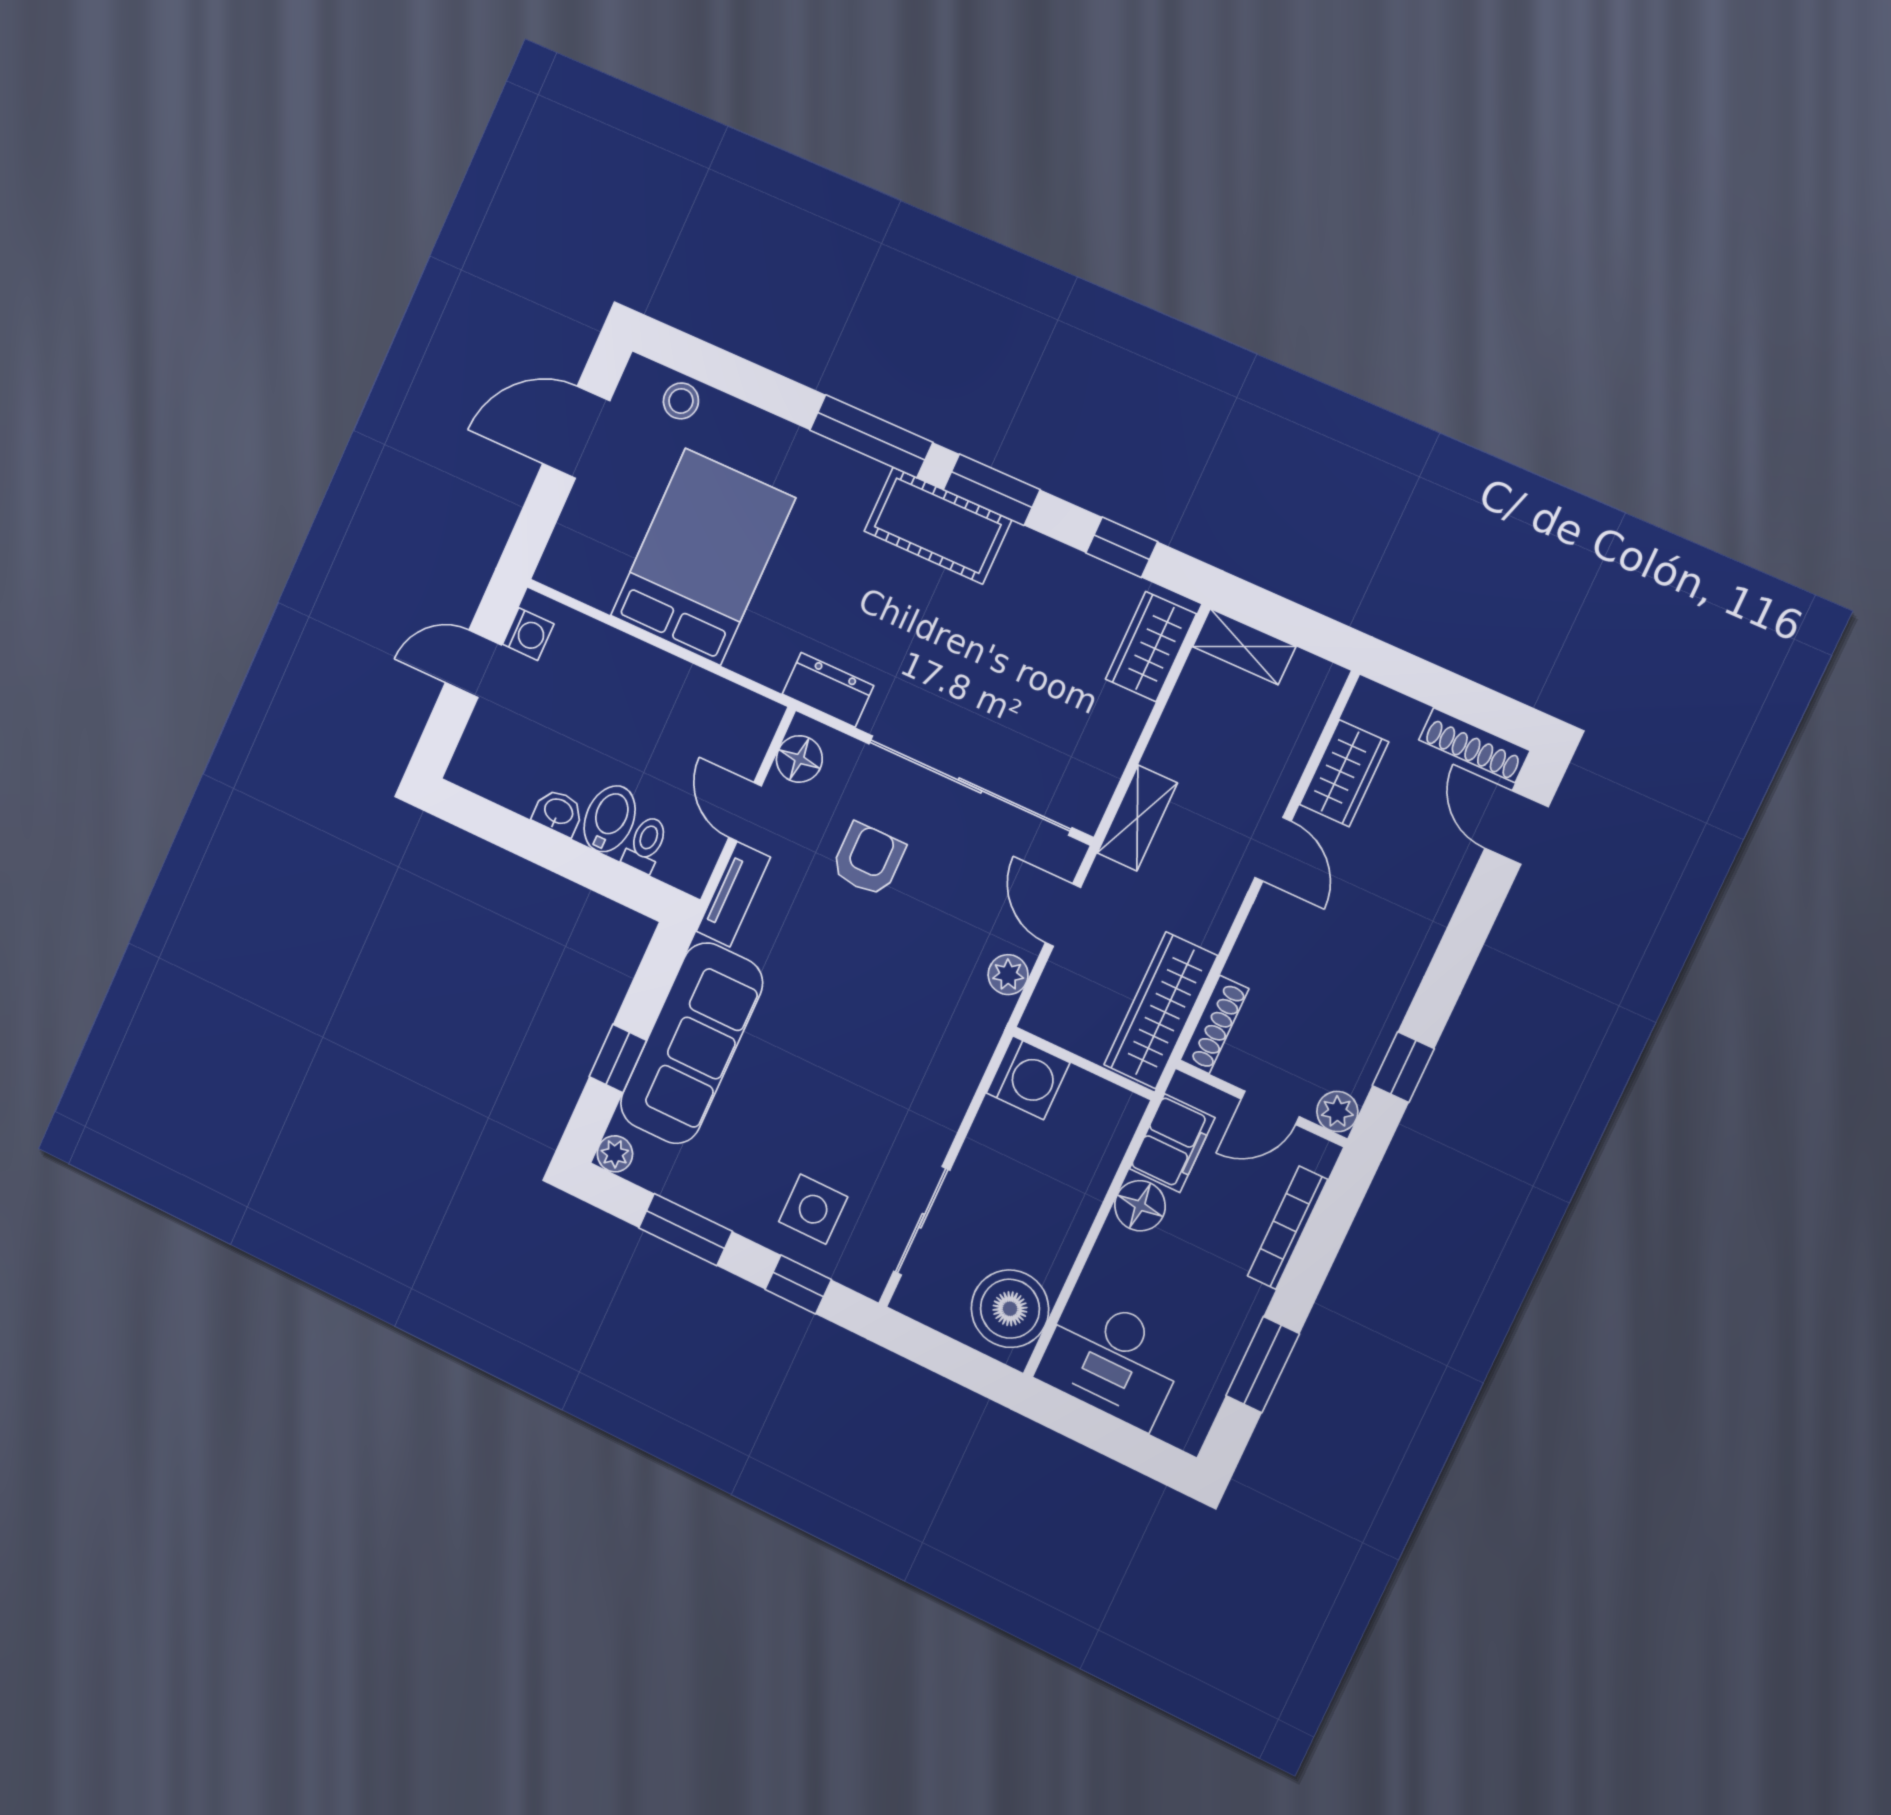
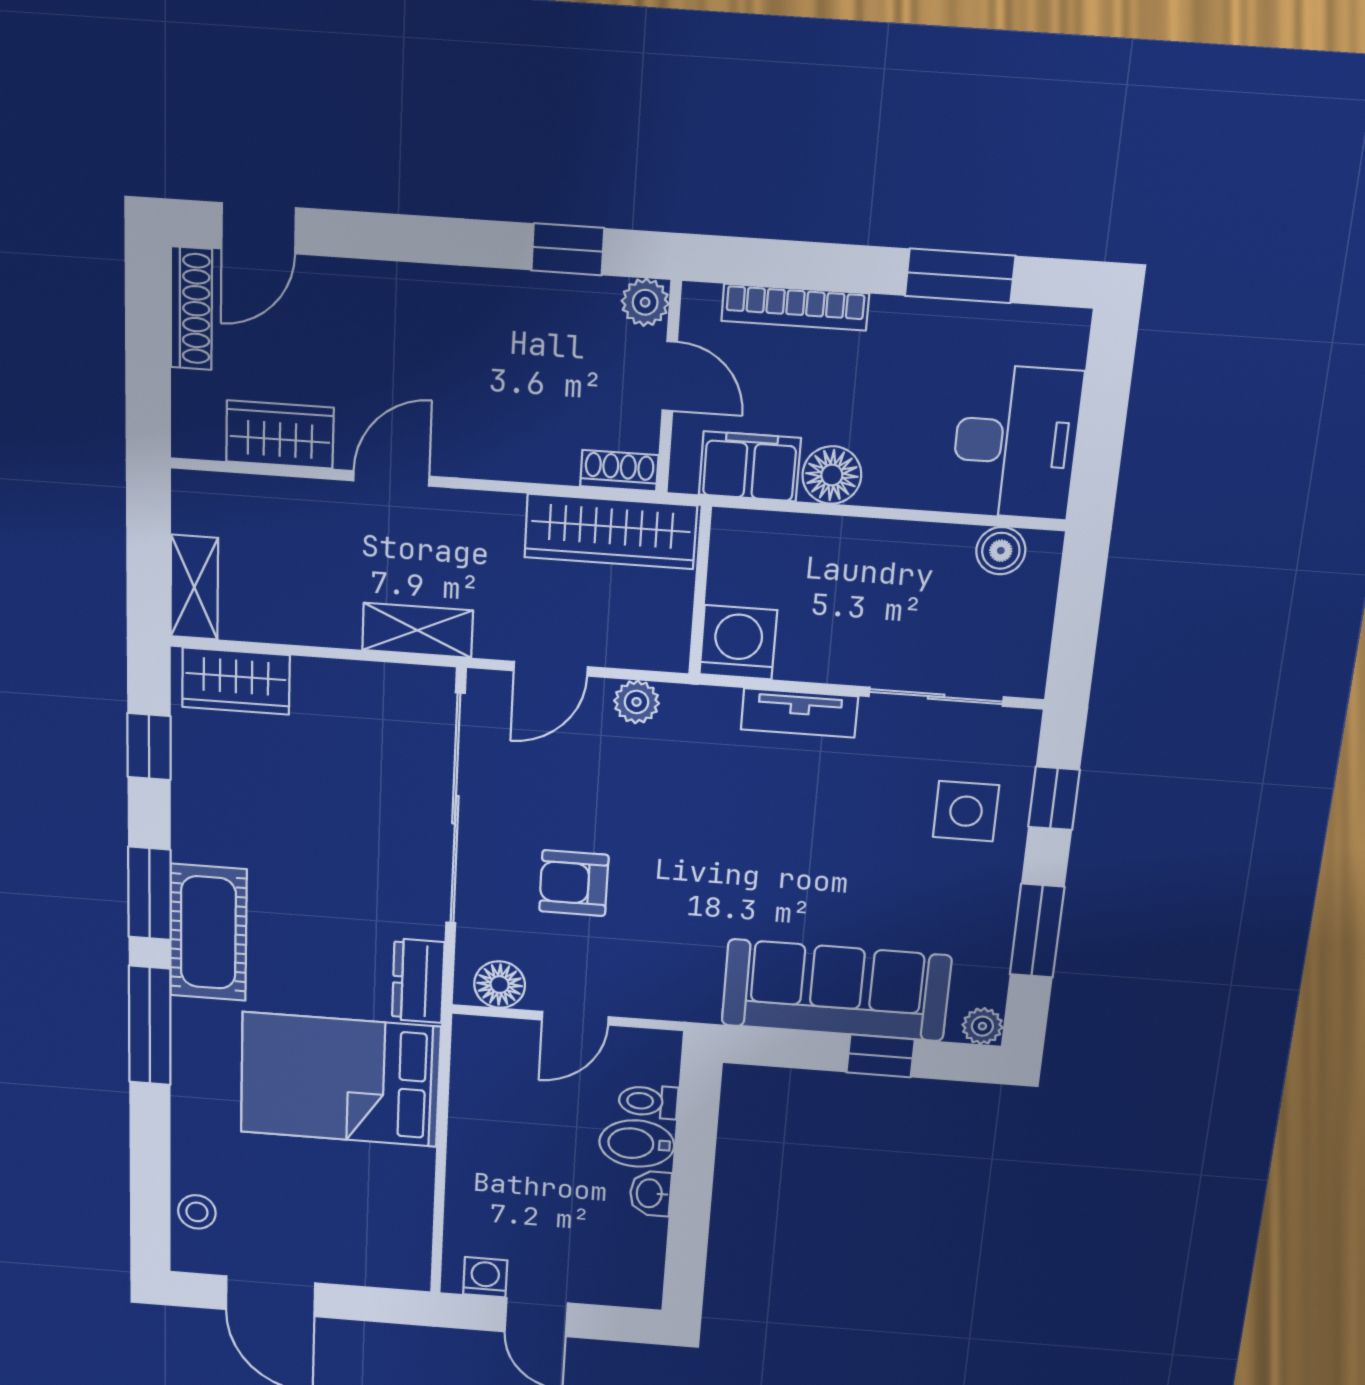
bed: (703, 557) -> (340, 1080), moved
tv unit: (733, 894) -> (799, 713), moved, turned 180
shoe rack: (1214, 1025) -> (619, 471), width x0.70
boiler: (1010, 1309) -> (1001, 551), width x0.54, depth x0.54

